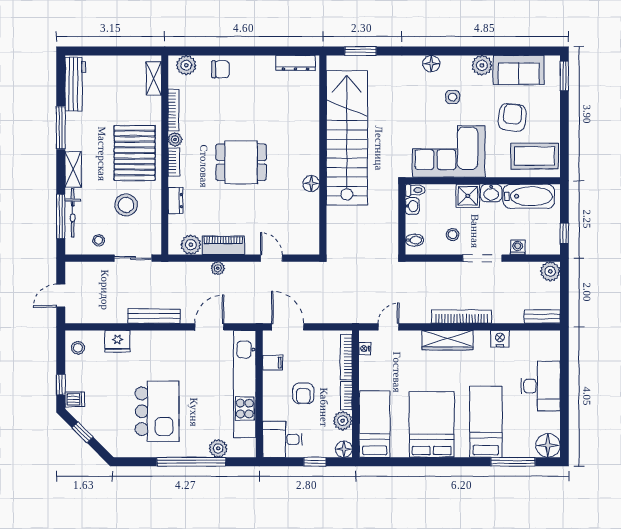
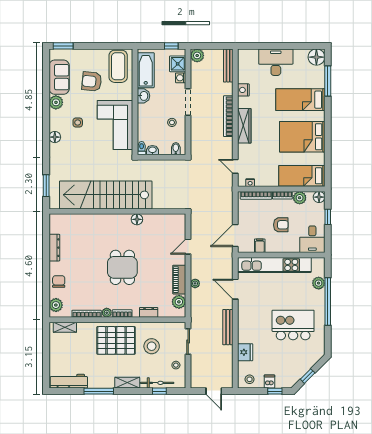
dresser: (295, 63) -> (54, 248), moved
shower: (468, 196) -> (178, 64), moved
window: (61, 216) -> (159, 391), width x0.46
bench: (542, 317) -> (228, 65), width x1.36
dishwasher: (75, 399) -> (269, 382), moved

